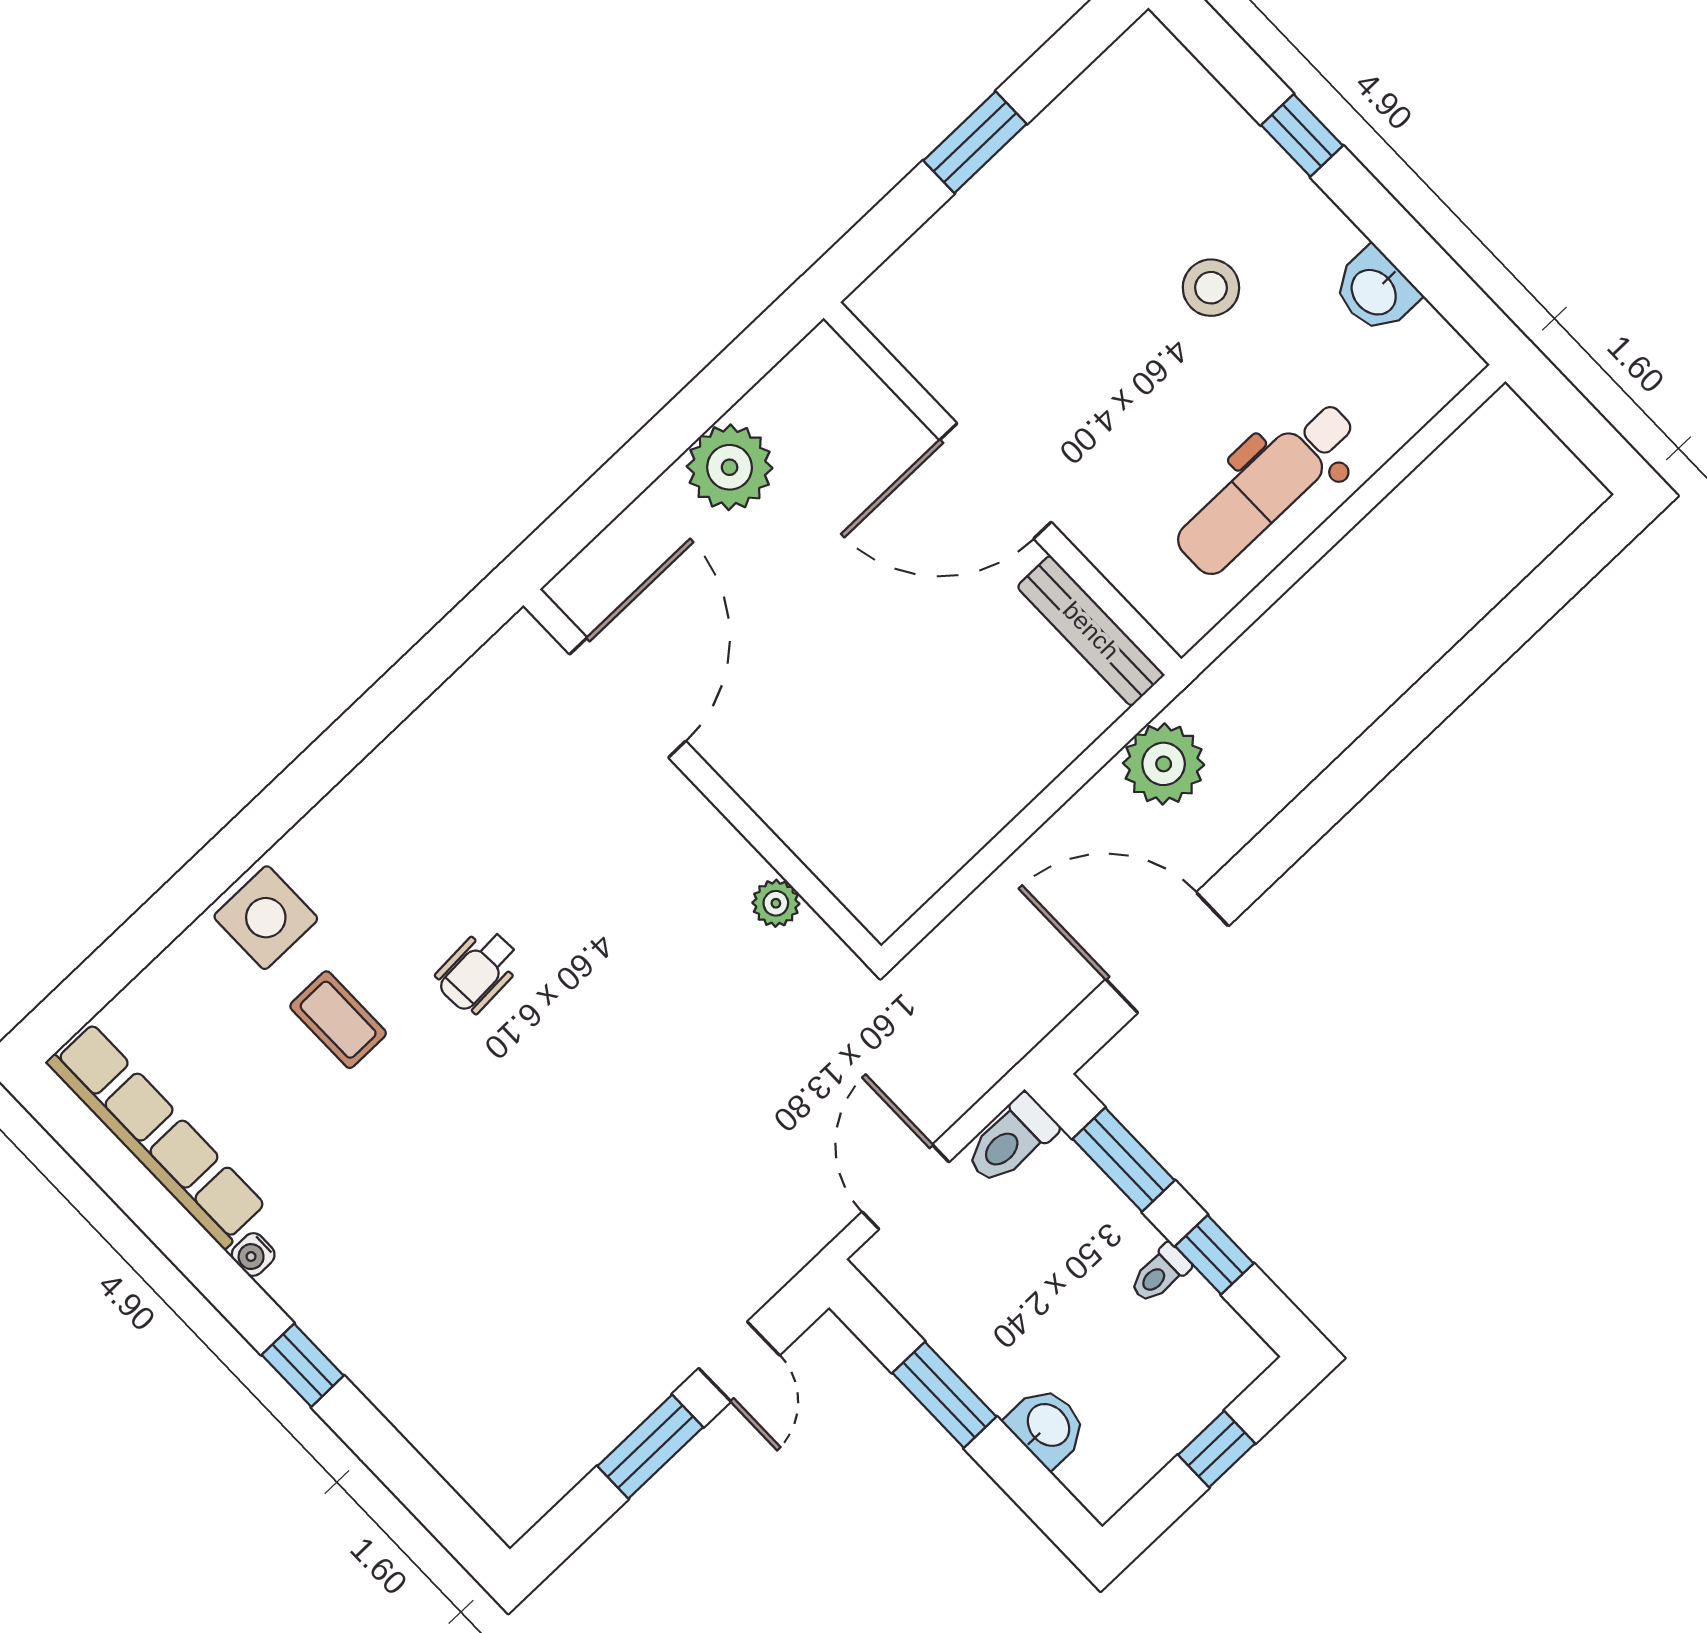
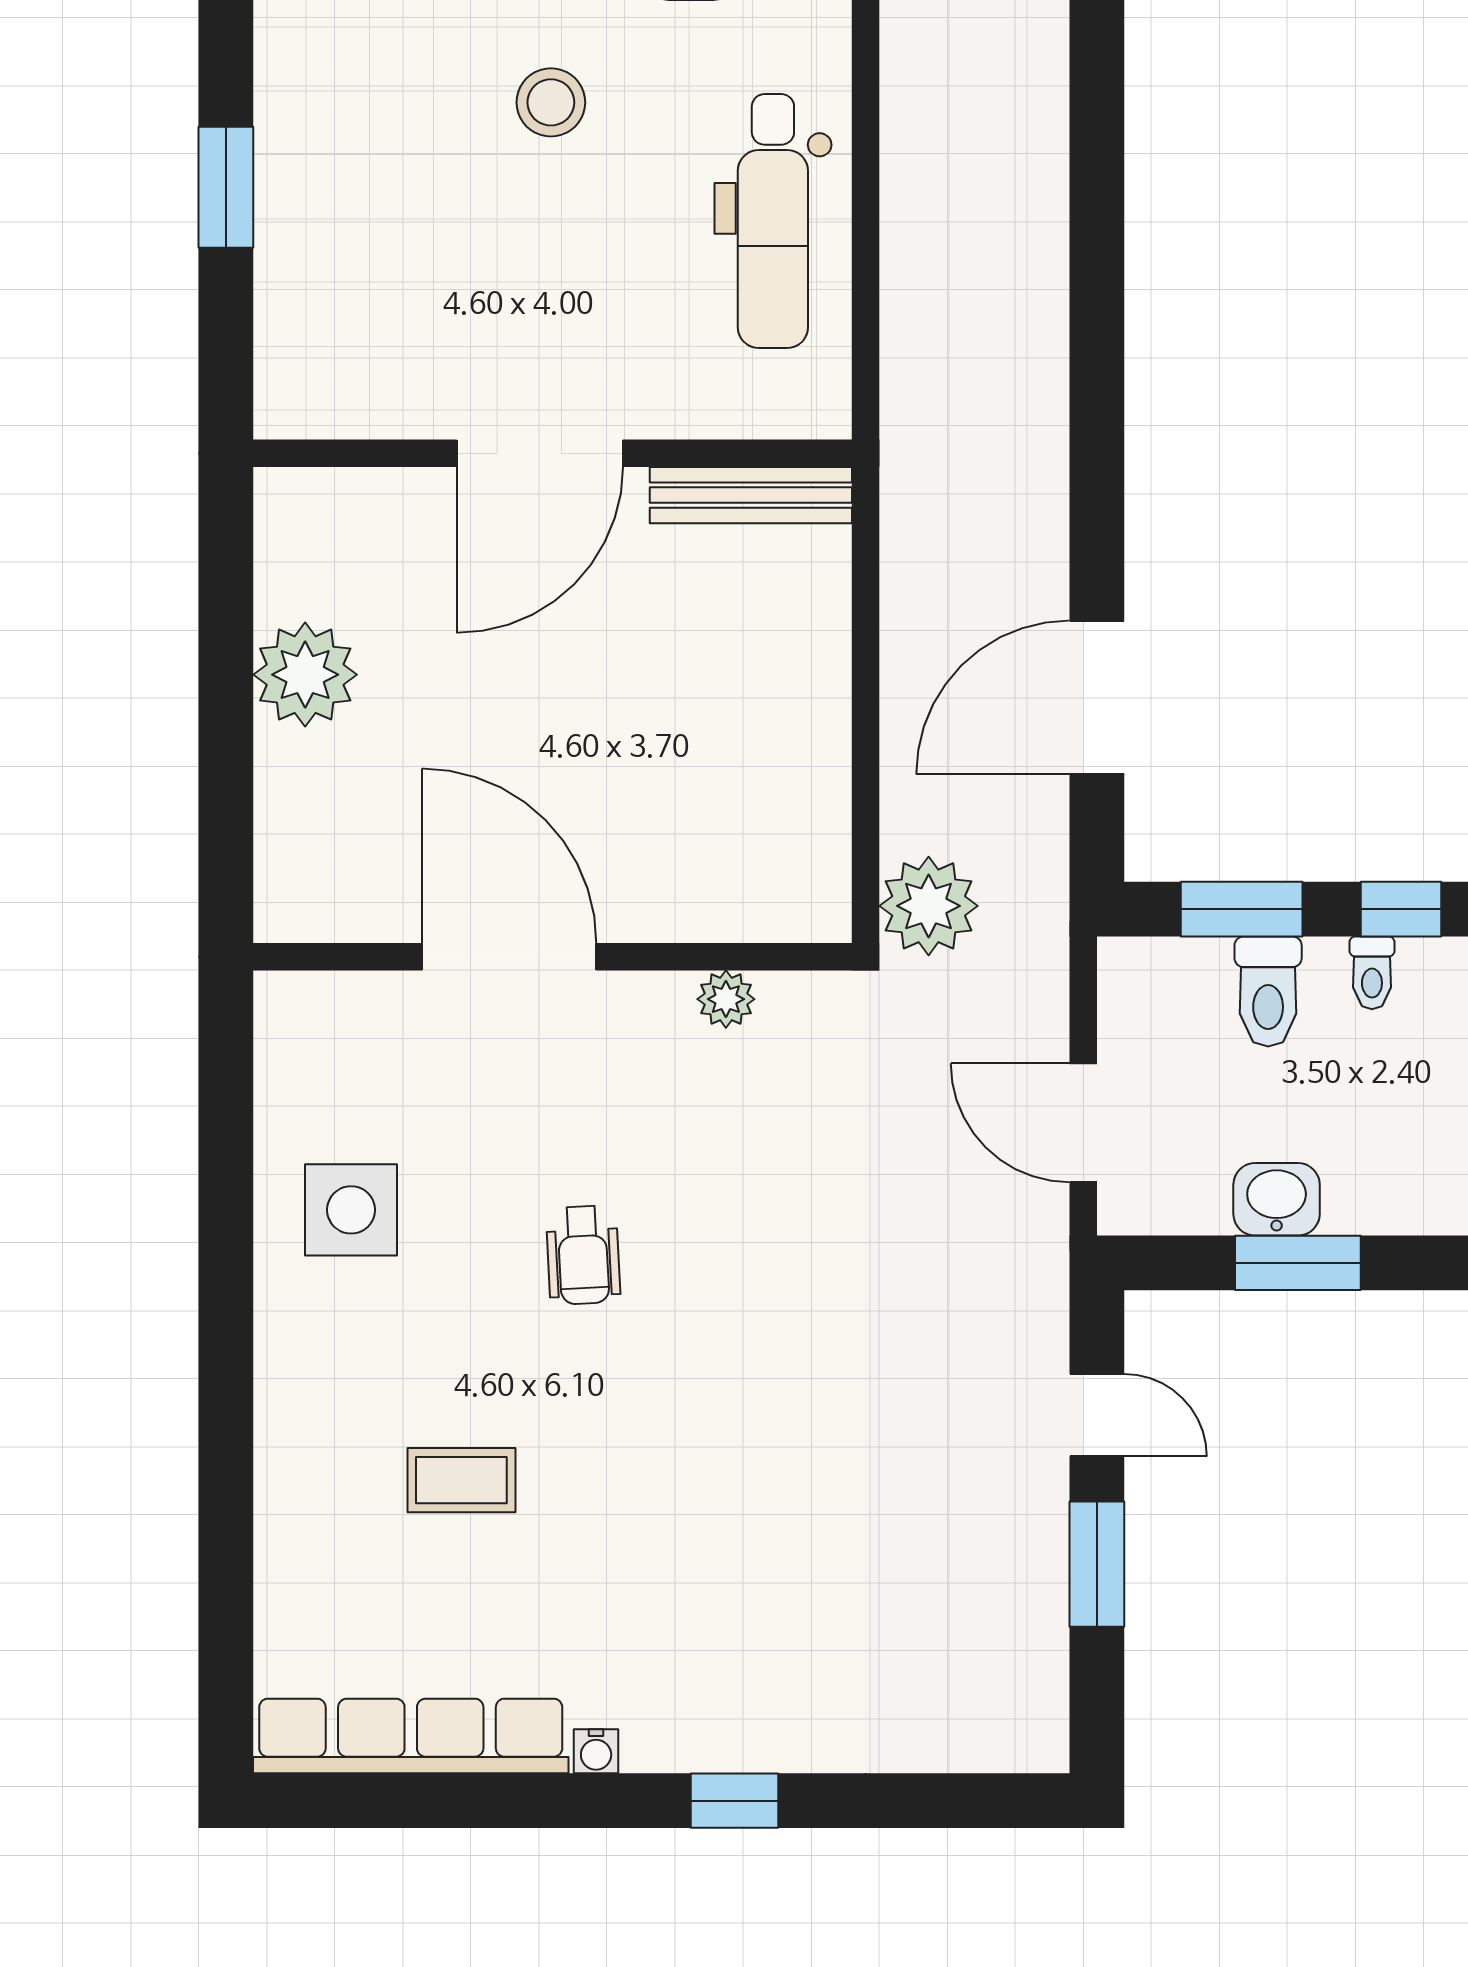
door: (628, 698) -> (509, 957), moved
plant: (1164, 764) -> (929, 906), moved
side table: (266, 918) -> (351, 1210), moved
wheelchair: (478, 971) -> (583, 1255), moved
toilet: (1011, 1140) -> (1268, 992), moved
washbasin: (1047, 1426) -> (1277, 1199), moved

